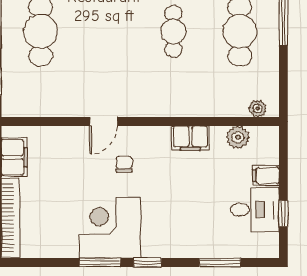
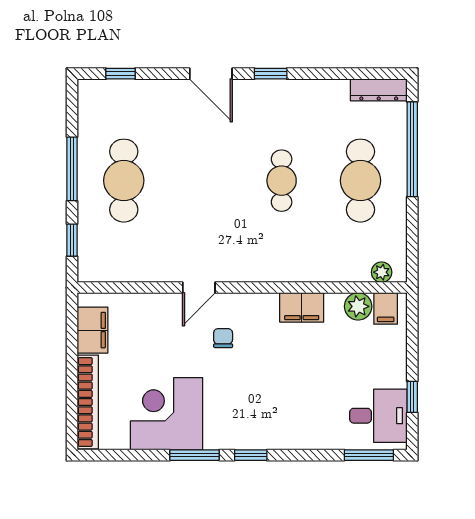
filing cabinet: (266, 175) -> (386, 308), moved, turned -90
desk: (255, 210) -> (378, 416), moved
corner desk: (110, 228) -> (166, 414), moved
window: (220, 262) -> (369, 455), moved

